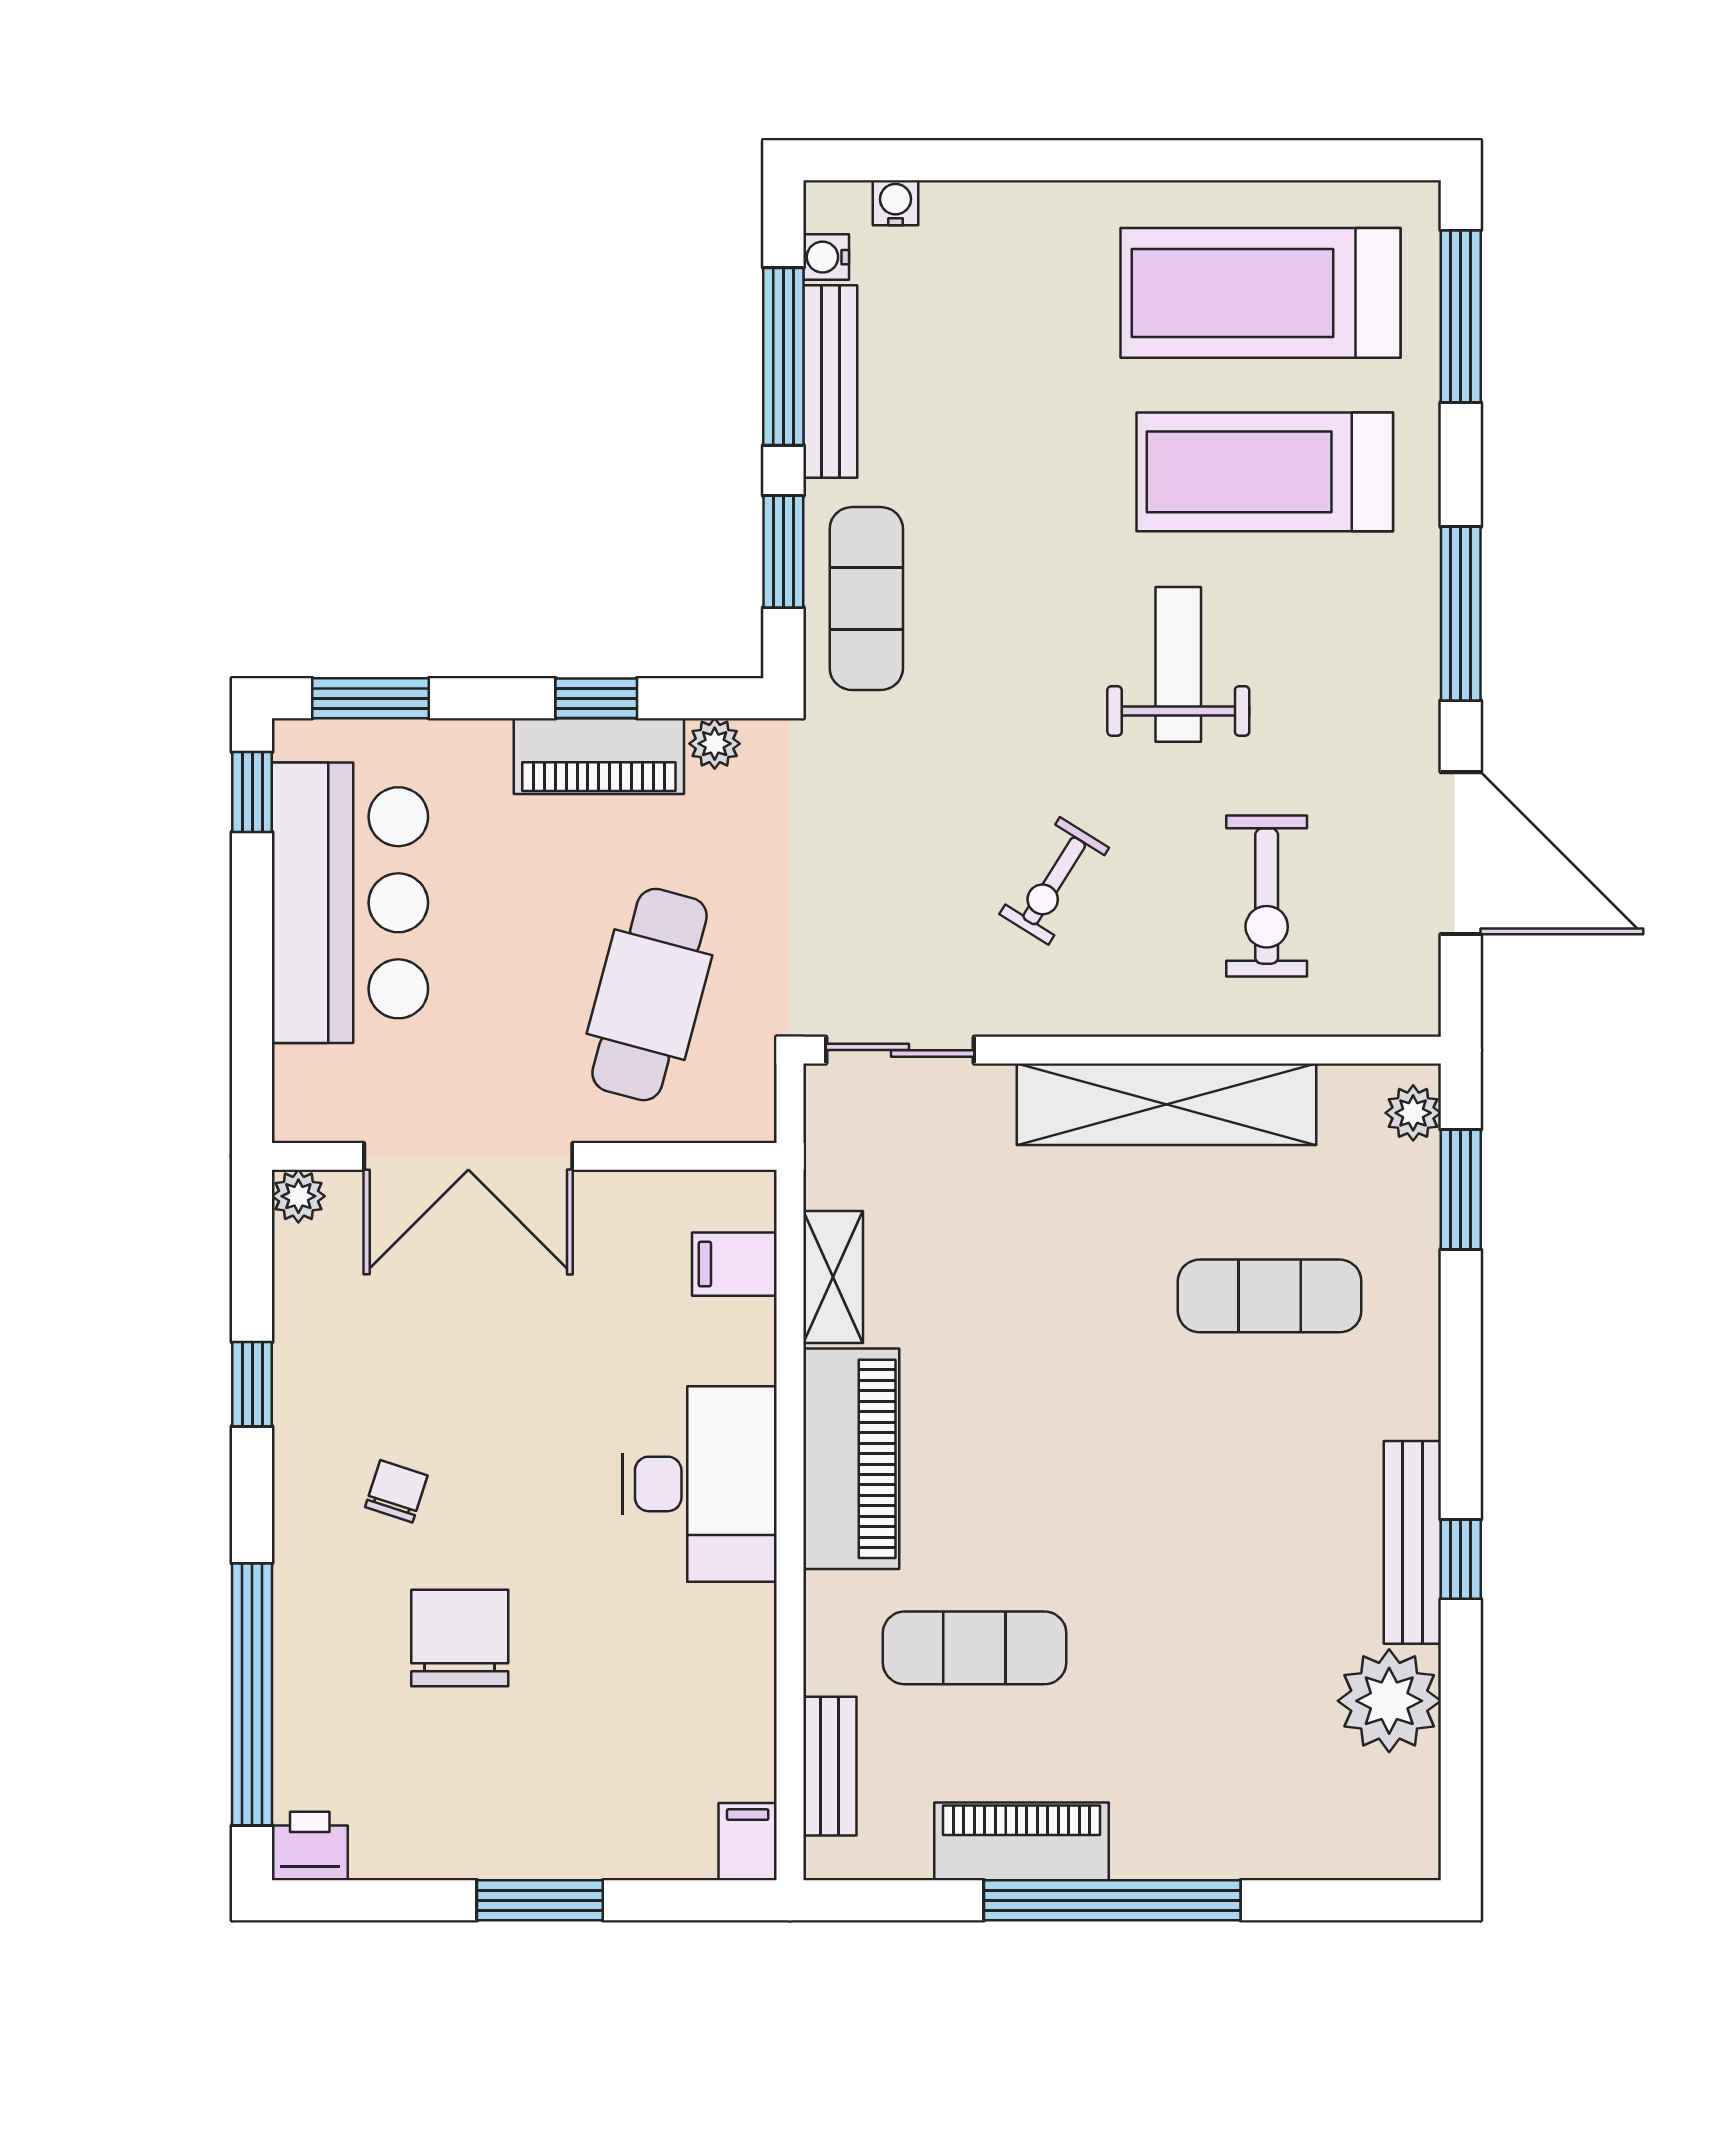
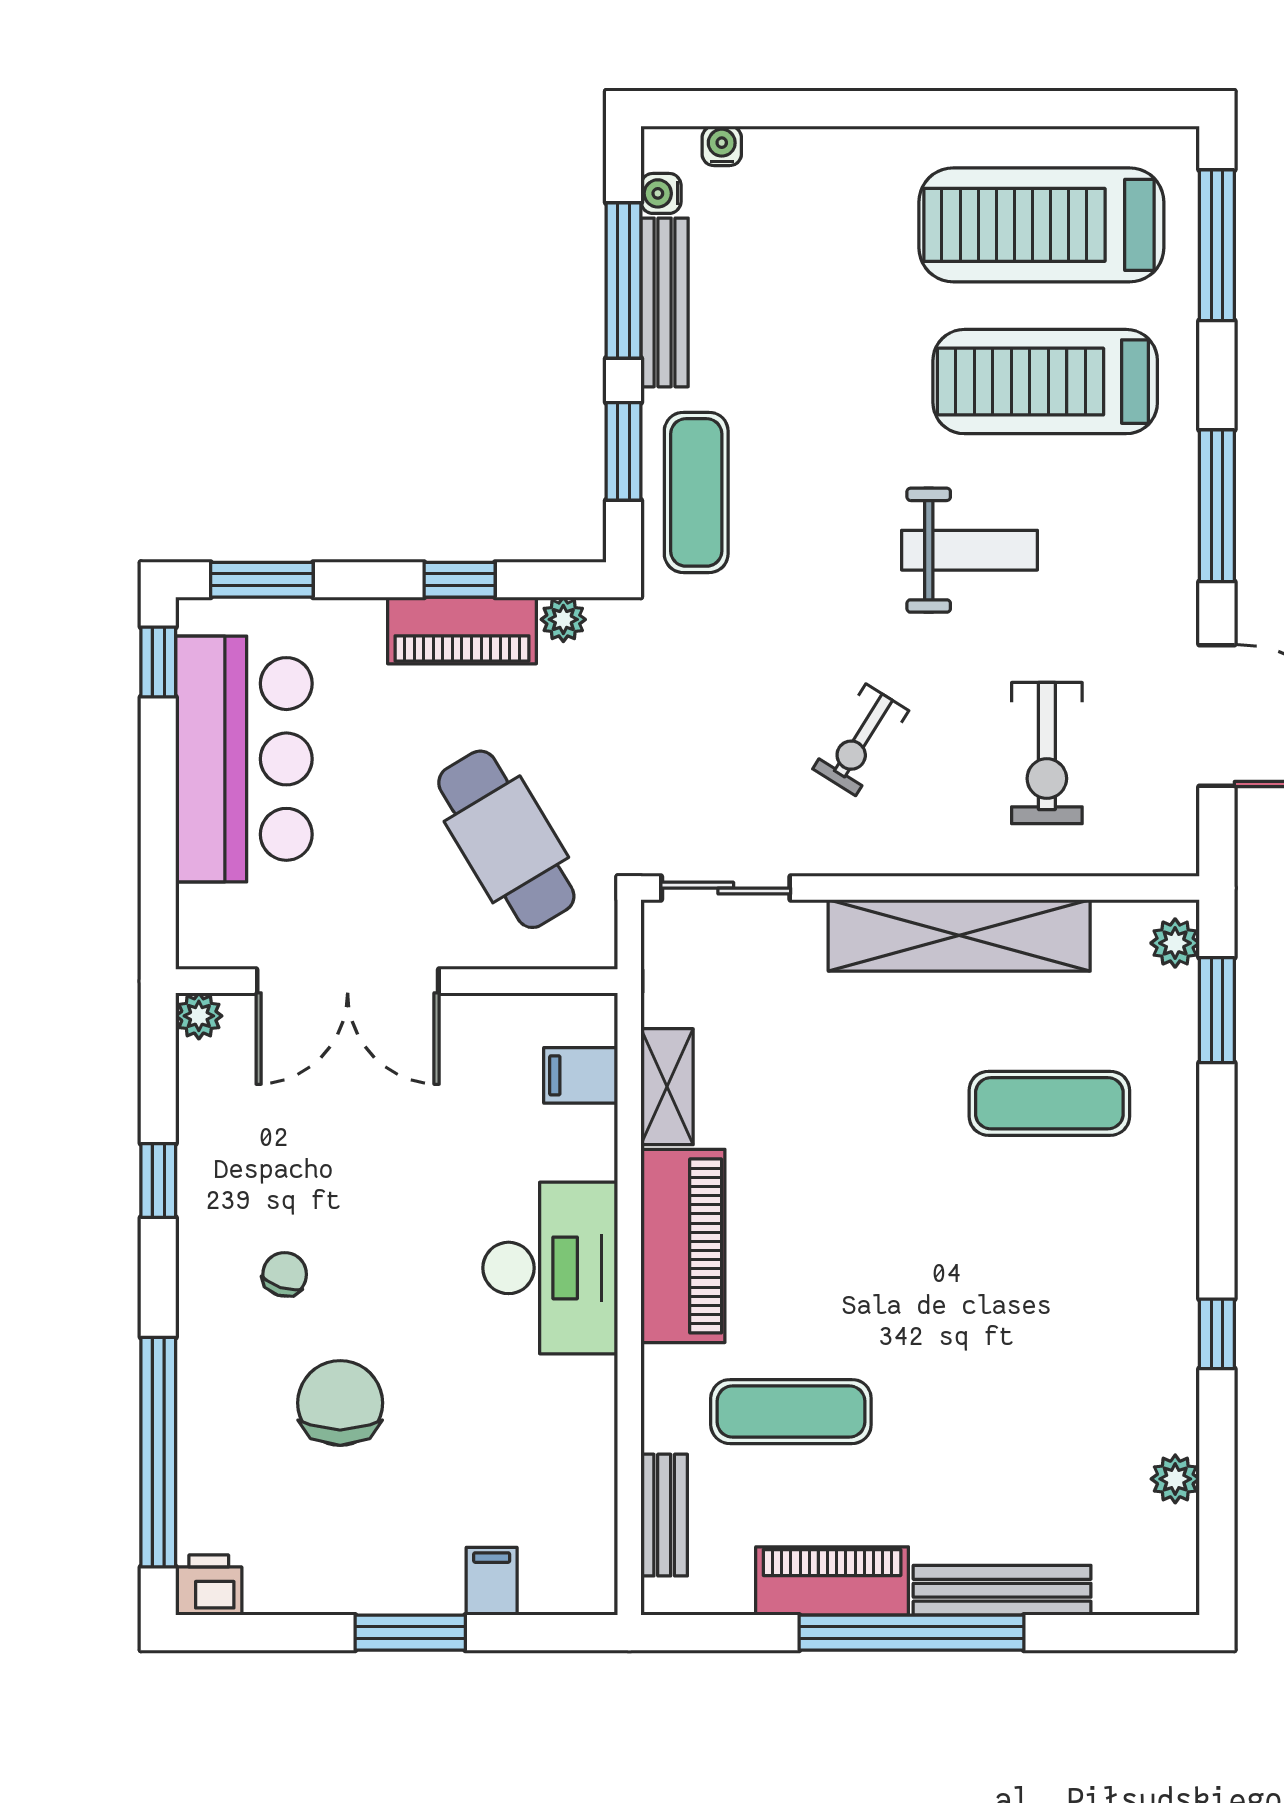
weight bench: (1178, 664) -> (969, 550), turned 90
cafe table: (650, 995) -> (506, 839), turned -46
bench: (1412, 1542) -> (1002, 1590), moved, turned 90
plant: (1389, 1701) -> (1175, 1479), width x0.53, depth x0.53
filing cabinet: (748, 1842) -> (492, 1581), moved

